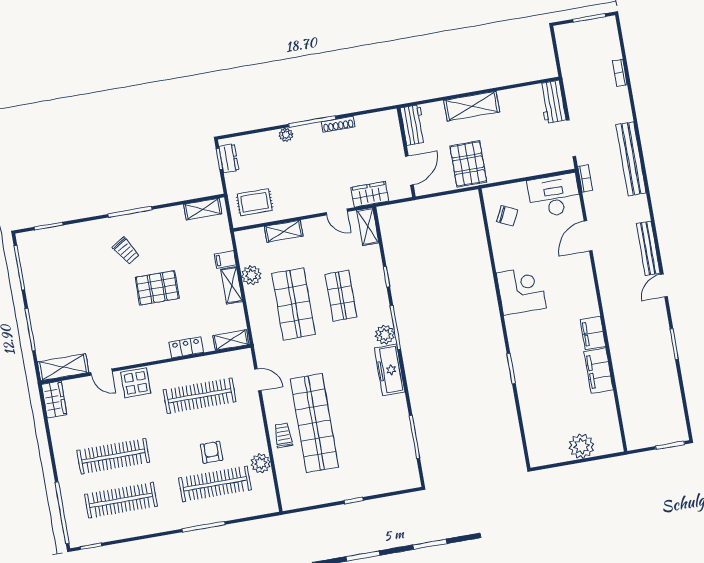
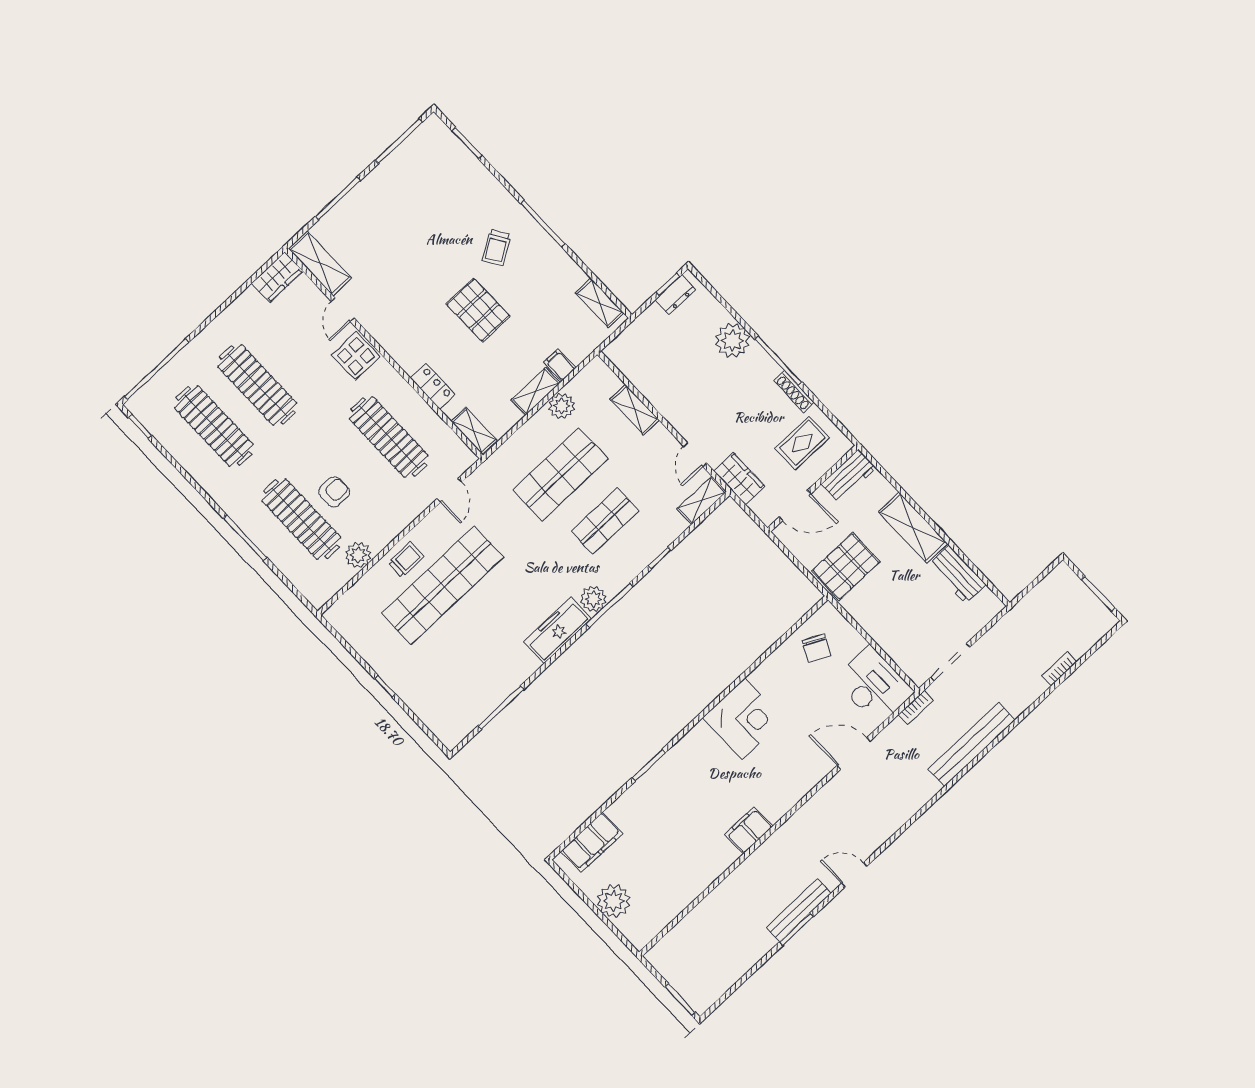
workbench: (552, 102) -> (957, 574), moved, turned -90
plant: (286, 135) -> (732, 341), width x1.88, depth x1.88
rug: (255, 202) -> (802, 443), moved, turned 90
bench: (648, 248) -> (799, 910), moved
filing cabinet: (599, 371) -> (592, 842), moved, turned 180

